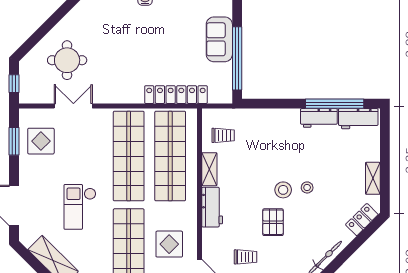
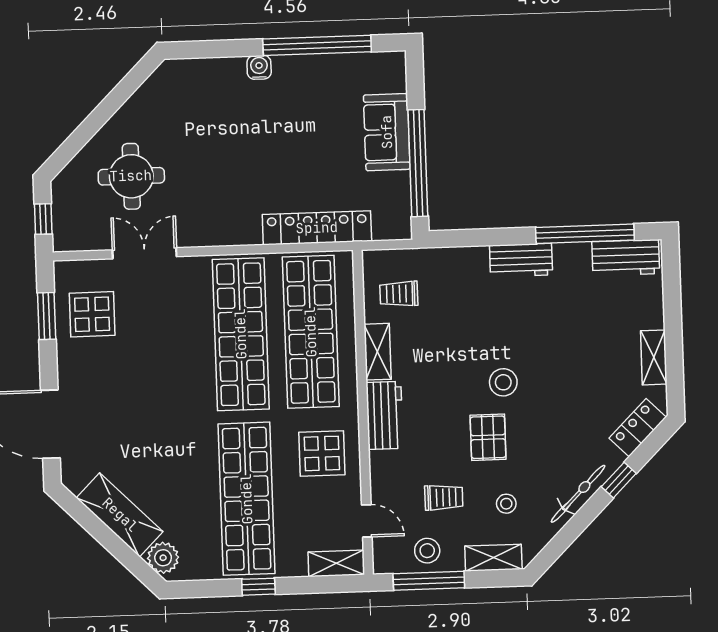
workbench: (319, 118) -> (521, 260), moved
trolley: (223, 135) -> (399, 294), turned 180
stool: (307, 187) -> (506, 504), moved
checkout: (80, 207) -> (162, 423), removed
display table: (169, 244) -> (322, 453), moved
window: (350, 250) -> (619, 480), added

